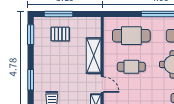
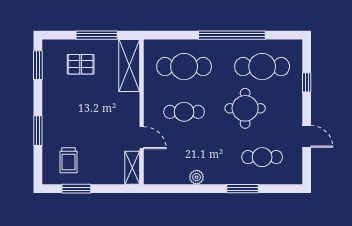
window: (59, 14) -> (97, 35), moved
shelving: (94, 56) -> (129, 66), moved

